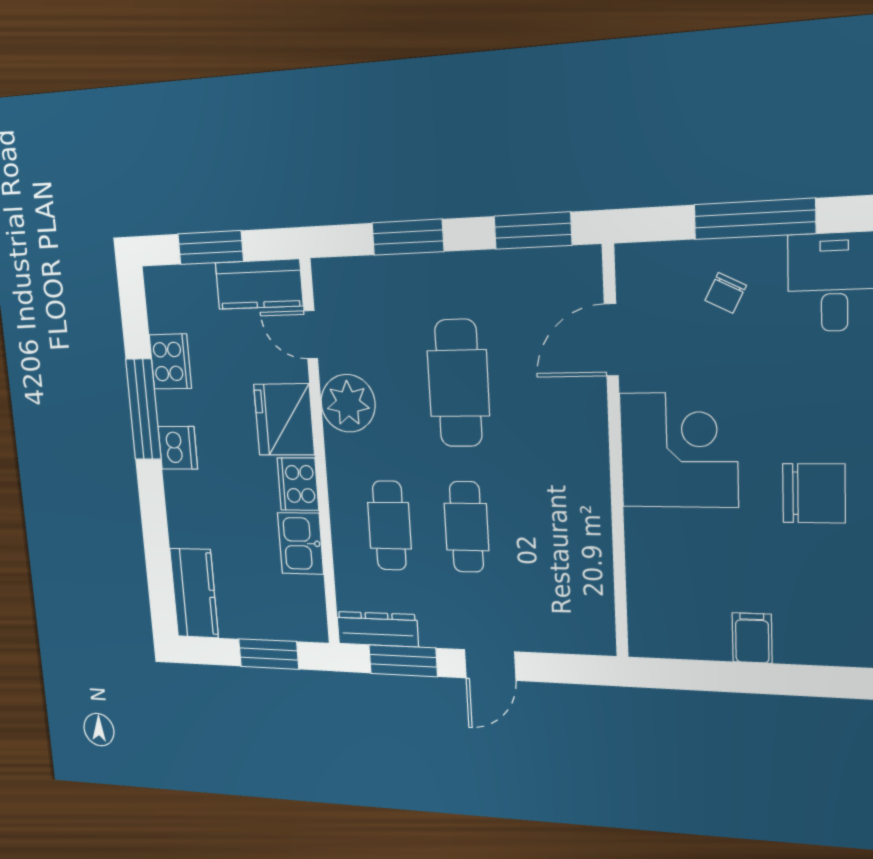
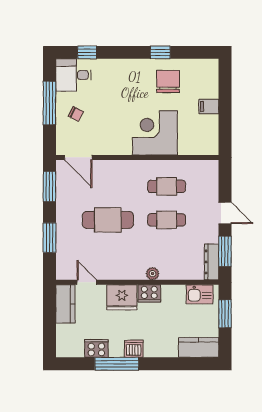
window: (211, 248) -> (49, 325), removed
door: (311, 335) -> (87, 282), swing flipped
door: (611, 340) -> (78, 157), moved
plant: (348, 403) -> (153, 274), moved, width x0.53, depth x0.53
corner desk: (679, 450) -> (155, 133), moved
chair: (814, 493) -> (168, 81), moved
cafe table: (389, 526) -> (167, 186), moved
kitchen sink: (301, 543) -> (200, 294), moved

